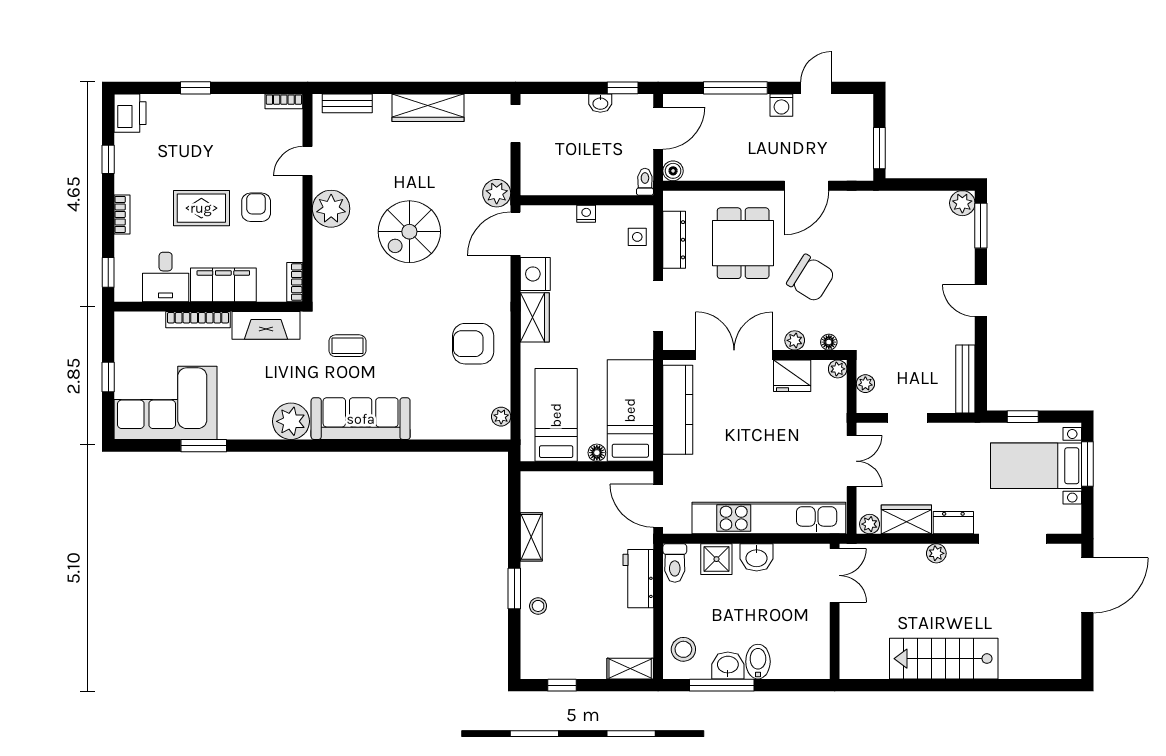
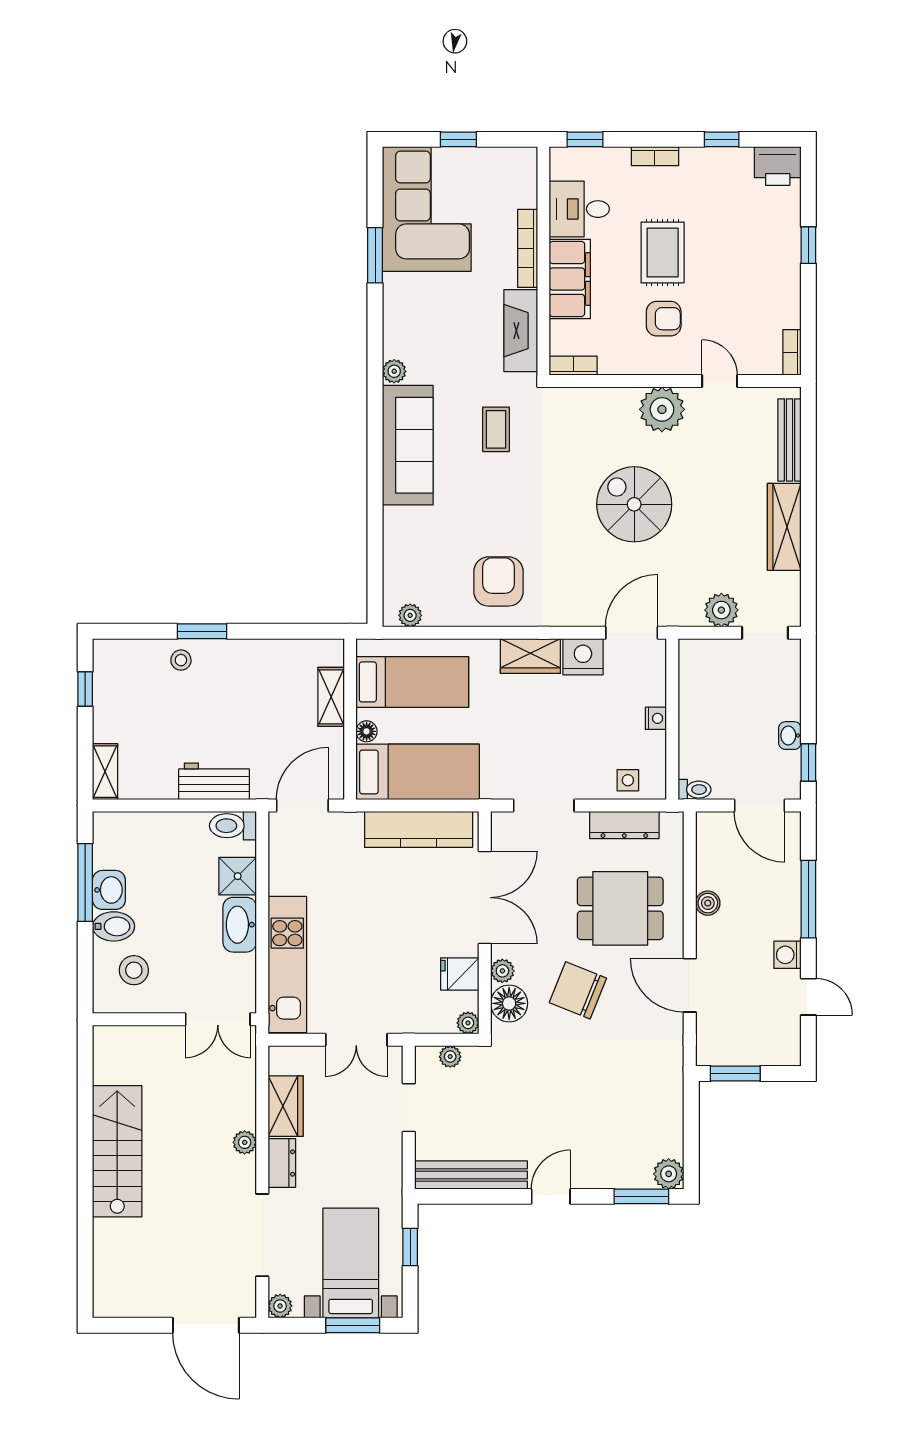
bench: (347, 103) -> (789, 440), width x1.36
boiler: (673, 171) -> (708, 903), moved
plant: (497, 193) -> (721, 610), moved
door: (515, 234) -> (632, 633), hinge flipped
chair: (811, 278) -> (578, 990), turned 80
floor lamp: (829, 342) -> (509, 1003), width x1.89, depth x1.89
fridge: (792, 376) -> (460, 974), width x0.72
bench: (965, 379) -> (471, 1175), width x1.37, depth x1.21
plant: (291, 421) -> (394, 371), width x0.53, depth x0.53
kitchen unit: (769, 518) -> (287, 965), width x0.73
plant: (870, 524) -> (280, 1306), moved
shelving: (531, 537) -> (331, 697), moved, turned 90
washbasin: (757, 557) -> (240, 925), width x1.38
stool: (683, 649) -> (134, 970), moved

